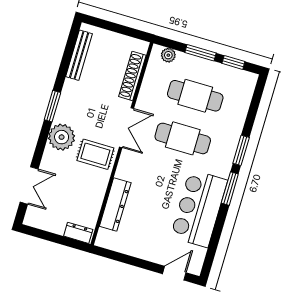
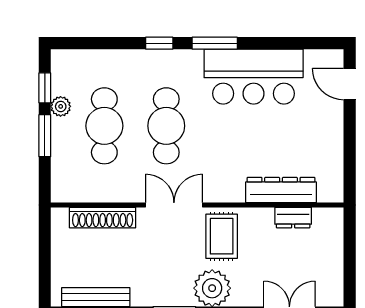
plant: (168, 55) -> (61, 106), moved
window: (241, 150) -> (159, 43), width x0.67
dresser: (78, 233) -> (293, 218), moved, turned -90

